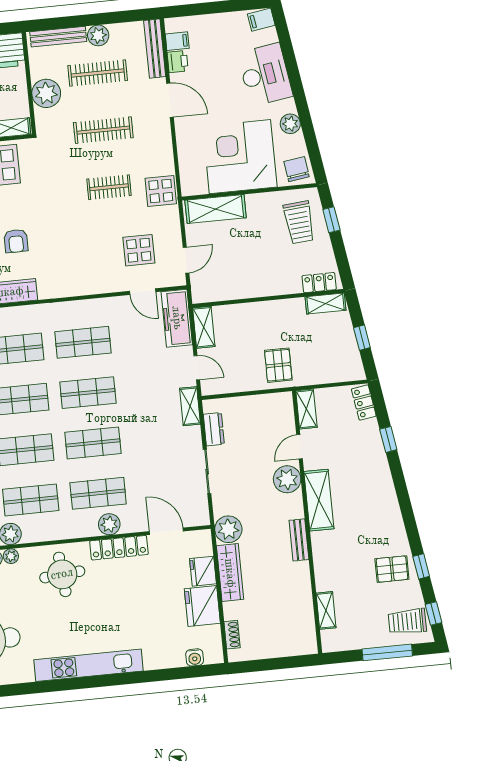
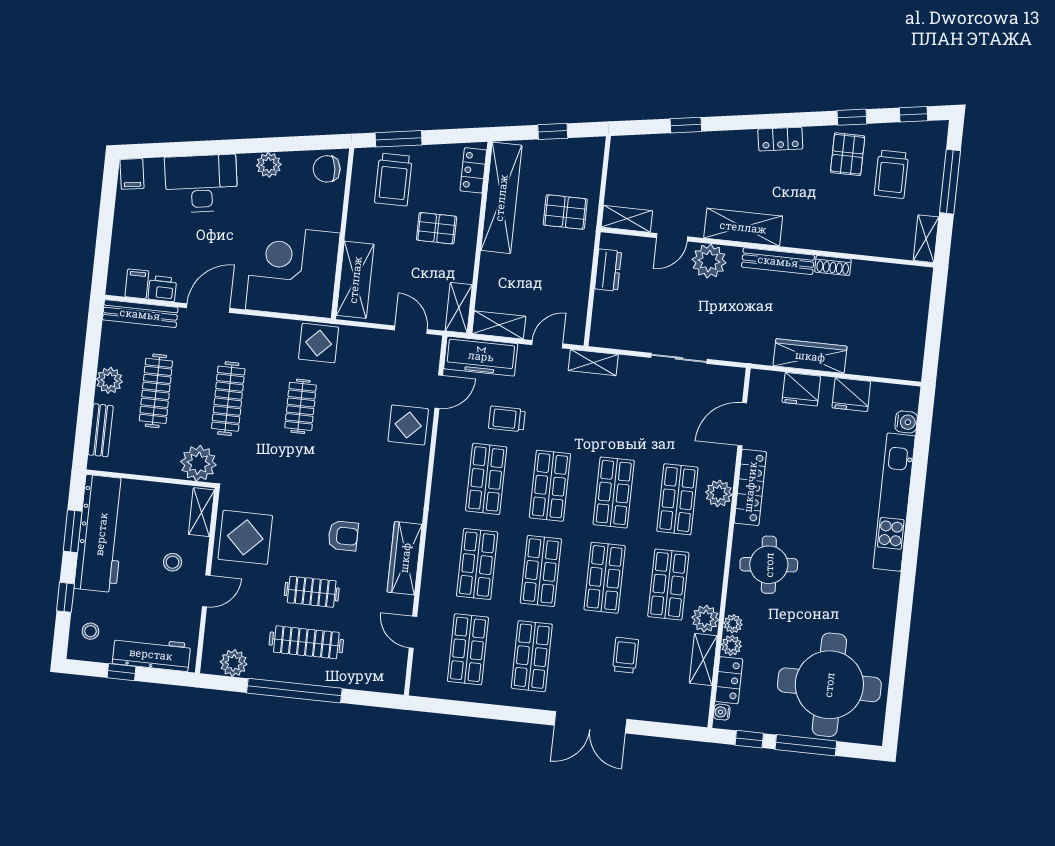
bench: (58, 37) -> (101, 430), width x0.73
plant: (46, 93) -> (198, 463), moved
corner desk: (240, 157) -> (293, 271), moved, turned 90
window: (331, 220) -> (399, 139), width x1.50
trolley: (299, 222) -> (393, 180), turned 95
display table: (139, 250) -> (408, 425), moved
pallet: (268, 264) -> (437, 228), added
shelving: (211, 293) -> (459, 308), added
shelving: (325, 303) -> (501, 198), width x2.20, depth x1.33
trolley: (133, 349) -> (507, 419), added
pallet: (278, 365) -> (565, 212), moved
locker: (364, 403) -> (780, 139), moved
dresser: (214, 429) -> (608, 270), moved, turned 90
door: (299, 447) -> (672, 237), hinge flipped
plant: (228, 529) -> (756, 347), removed
bench: (299, 540) -> (778, 261), width x1.36
fridge: (202, 606) -> (851, 395), width x0.73, depth x0.75
shelving: (326, 610) -> (926, 239), moved, turned 90
trolley: (407, 621) -> (891, 174), moved
shoe rack: (232, 635) -> (833, 265), moved, turned 180
kitchen unit: (88, 665) -> (894, 502), moved

